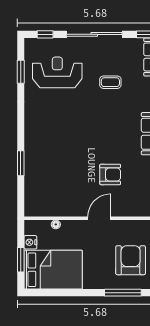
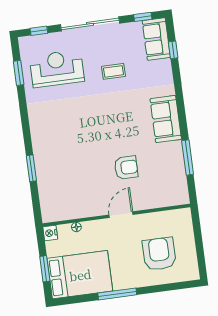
nightstand: (30, 242) -> (50, 233), moved
window: (123, 293) -> (117, 294), moved

